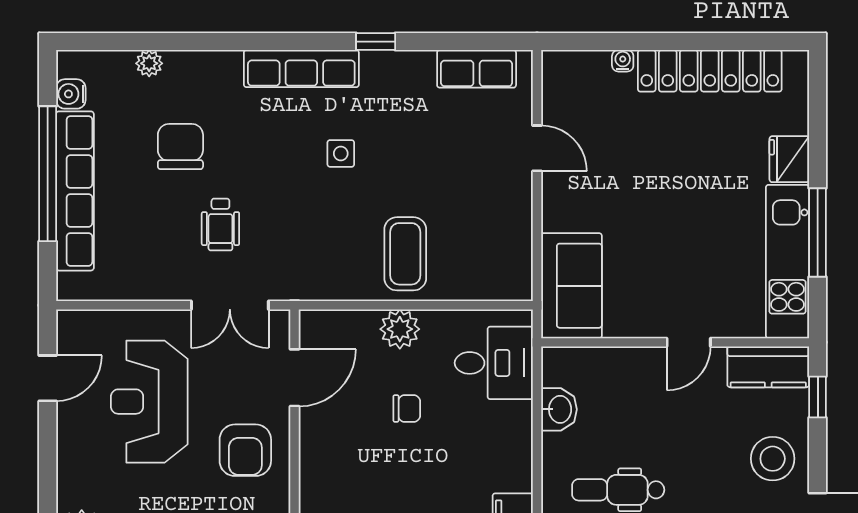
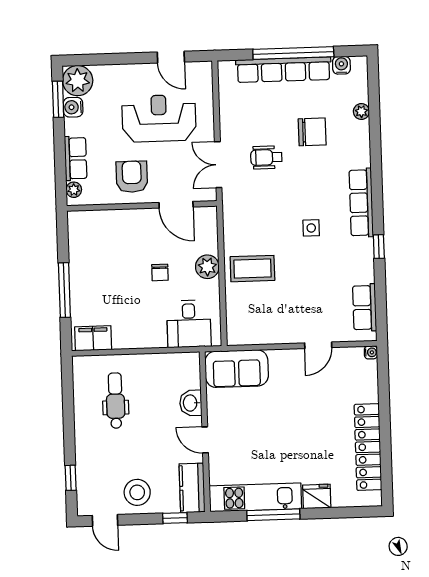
water cooler: (623, 61) -> (371, 352), moved
washbasin: (559, 409) -> (191, 403), moved, turned 90
armchair: (245, 450) -> (132, 177), turned 90

